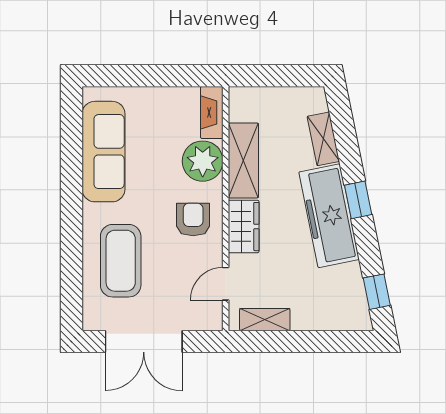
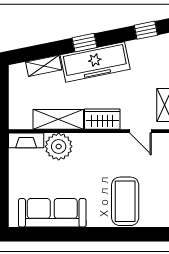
armchair: (193, 219) -> (98, 153), removed
coffee table: (121, 261) -> (125, 201), turned 90

